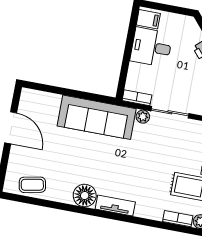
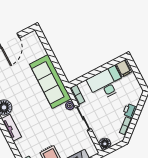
desk: (151, 47) -> (106, 83), width x1.37

